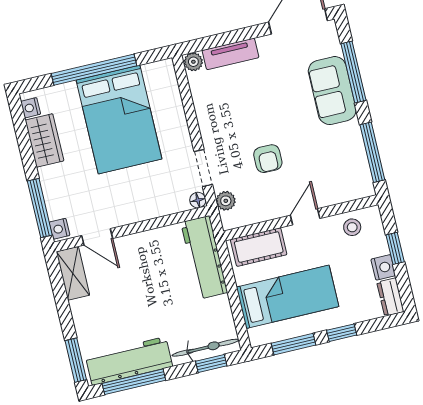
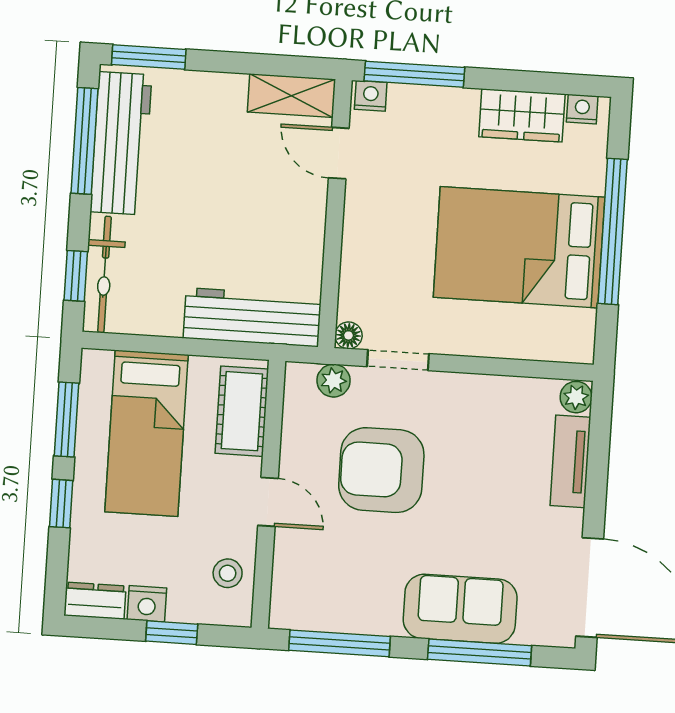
armchair: (268, 159) -> (381, 470), width x1.88, depth x1.88
door: (97, 237) -> (339, 153), hinge flipped

